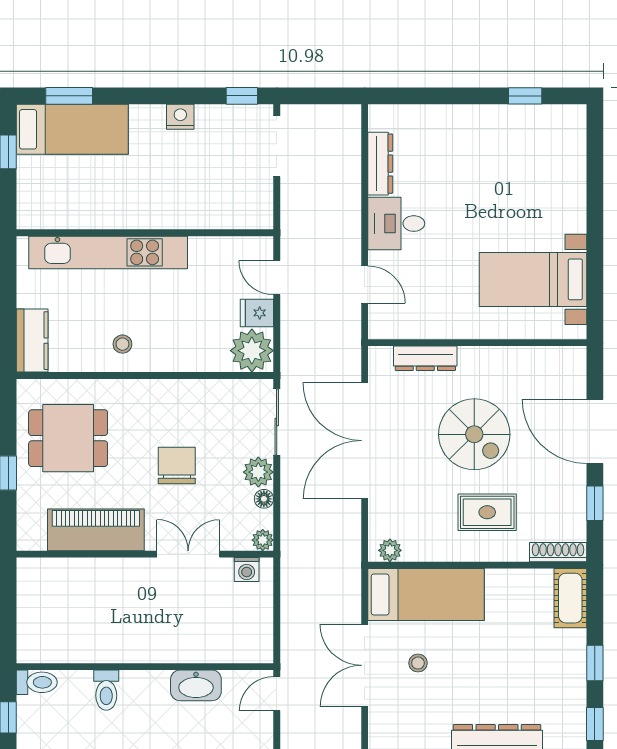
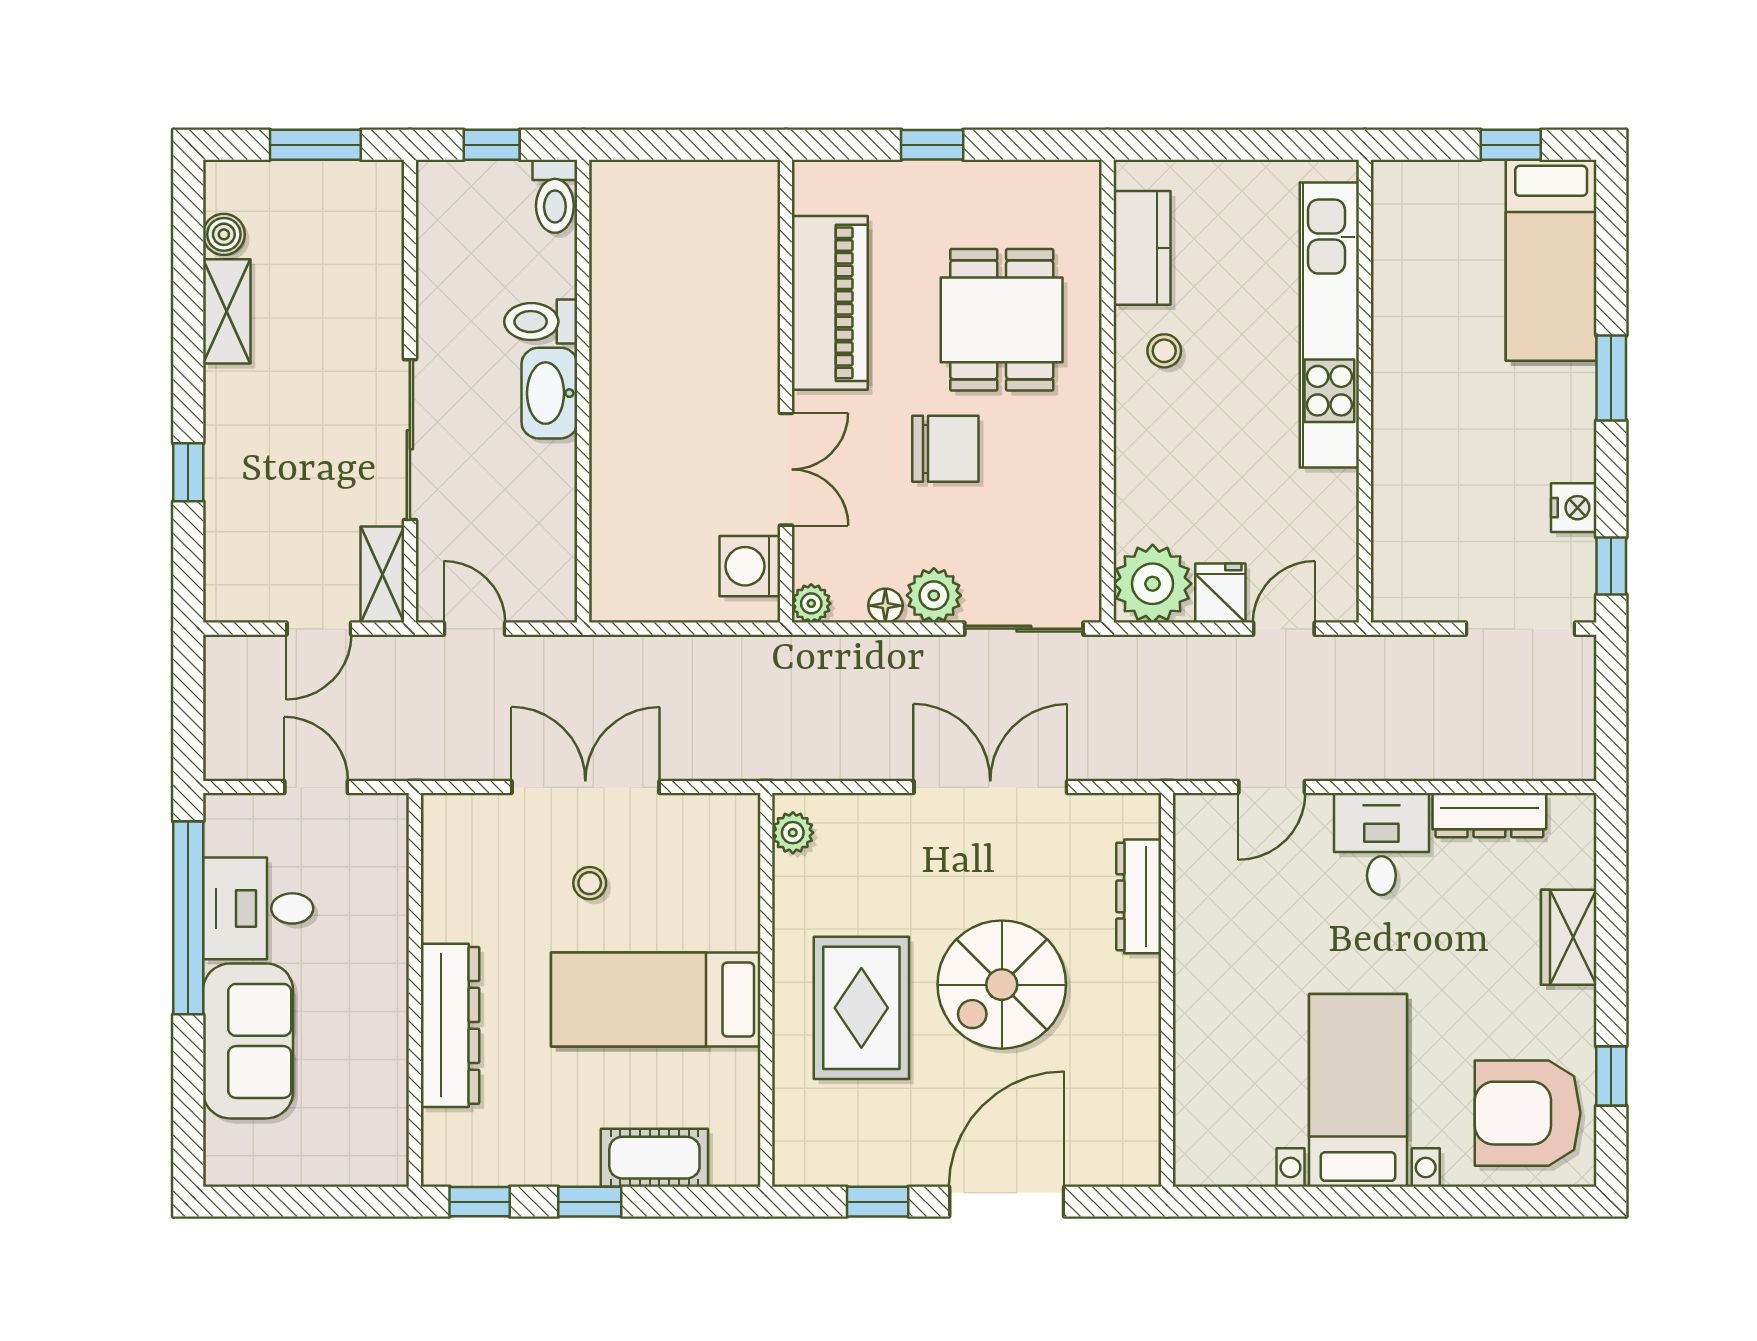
window: (69, 96) -> (1611, 378), moved
nightstand: (180, 117) -> (1574, 508), moved
wardrobe: (448, 120) -> (1569, 937), added
armchair: (546, 142) -> (1528, 1113), added
bed with nightstands: (533, 279) -> (1358, 1090), moved
kitchen counter: (32, 341) -> (1142, 248), moved, turned -90
dining table: (68, 438) -> (1002, 320), moved
double door: (365, 441) -> (990, 787), width x0.73
rug: (487, 512) -> (861, 1008), width x1.36, depth x1.43
shoe rack: (558, 552) -> (790, 1135), removed
washing machine: (247, 570) -> (750, 566), width x1.38, depth x1.38
bed: (426, 594) -> (656, 1000), moved, turned 90
cot: (570, 598) -> (654, 1158), moved
washbasin: (196, 685) -> (549, 393), moved
door: (277, 694) -> (474, 629), moved

